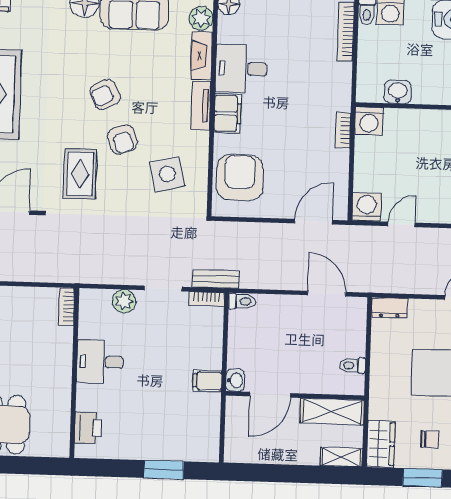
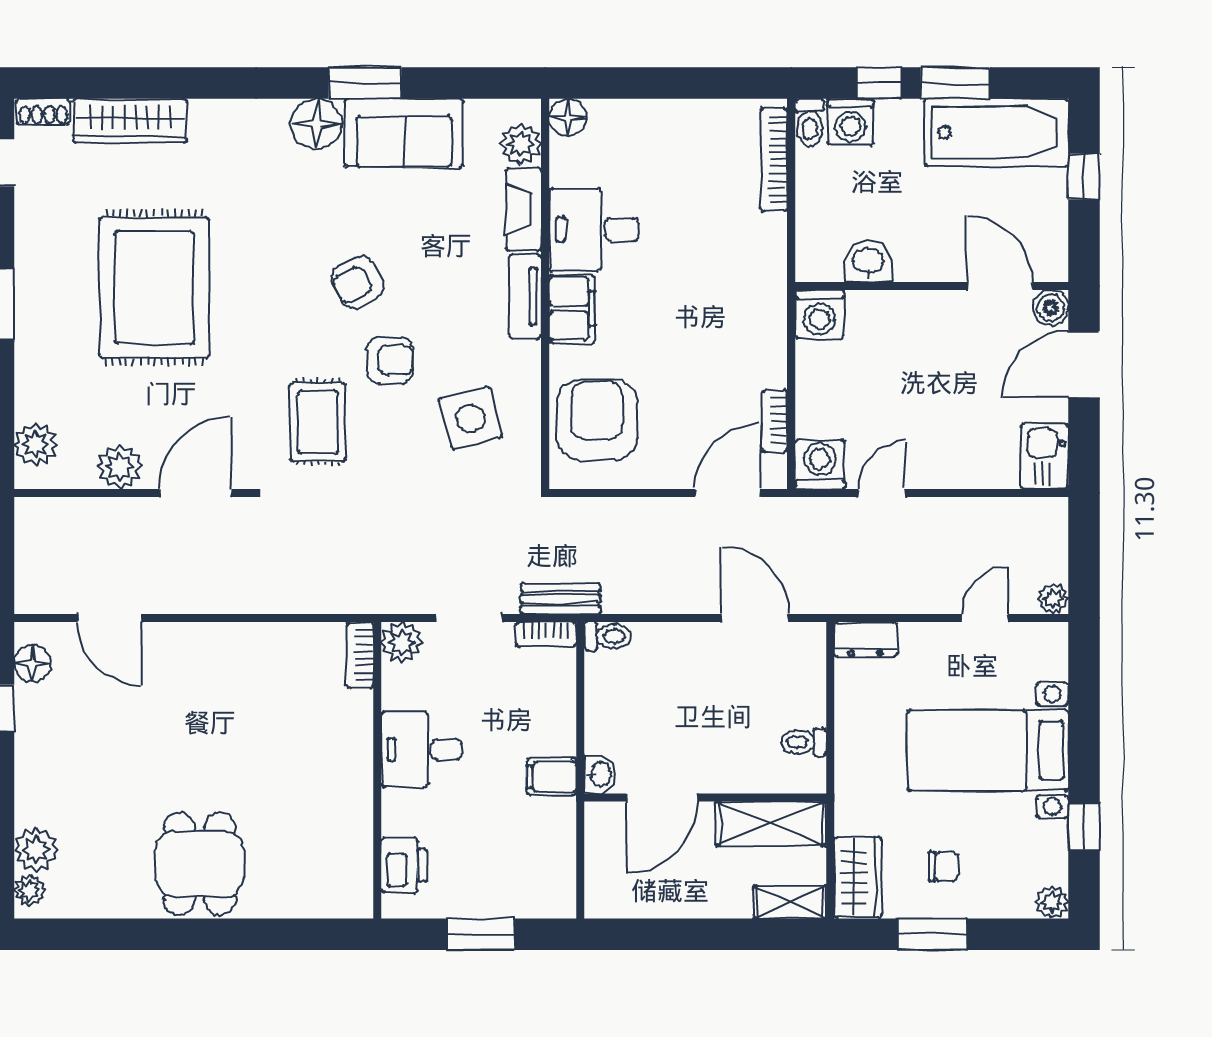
bookcase: (343, 130) -> (775, 421), moved
armchair: (122, 140) -> (390, 360), turned -70
bookcase: (67, 307) -> (360, 655), moved
desk: (100, 362) -> (421, 749), moved
wall: (74, 373) -> (377, 770), moved
printer: (88, 428) -> (404, 865), moved

